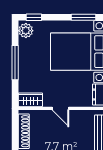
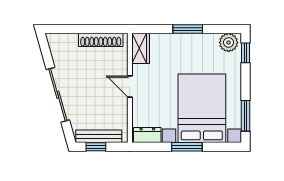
window: (15, 63) -> (188, 29), width x0.69
door: (60, 108) -> (130, 87), hinge flipped

